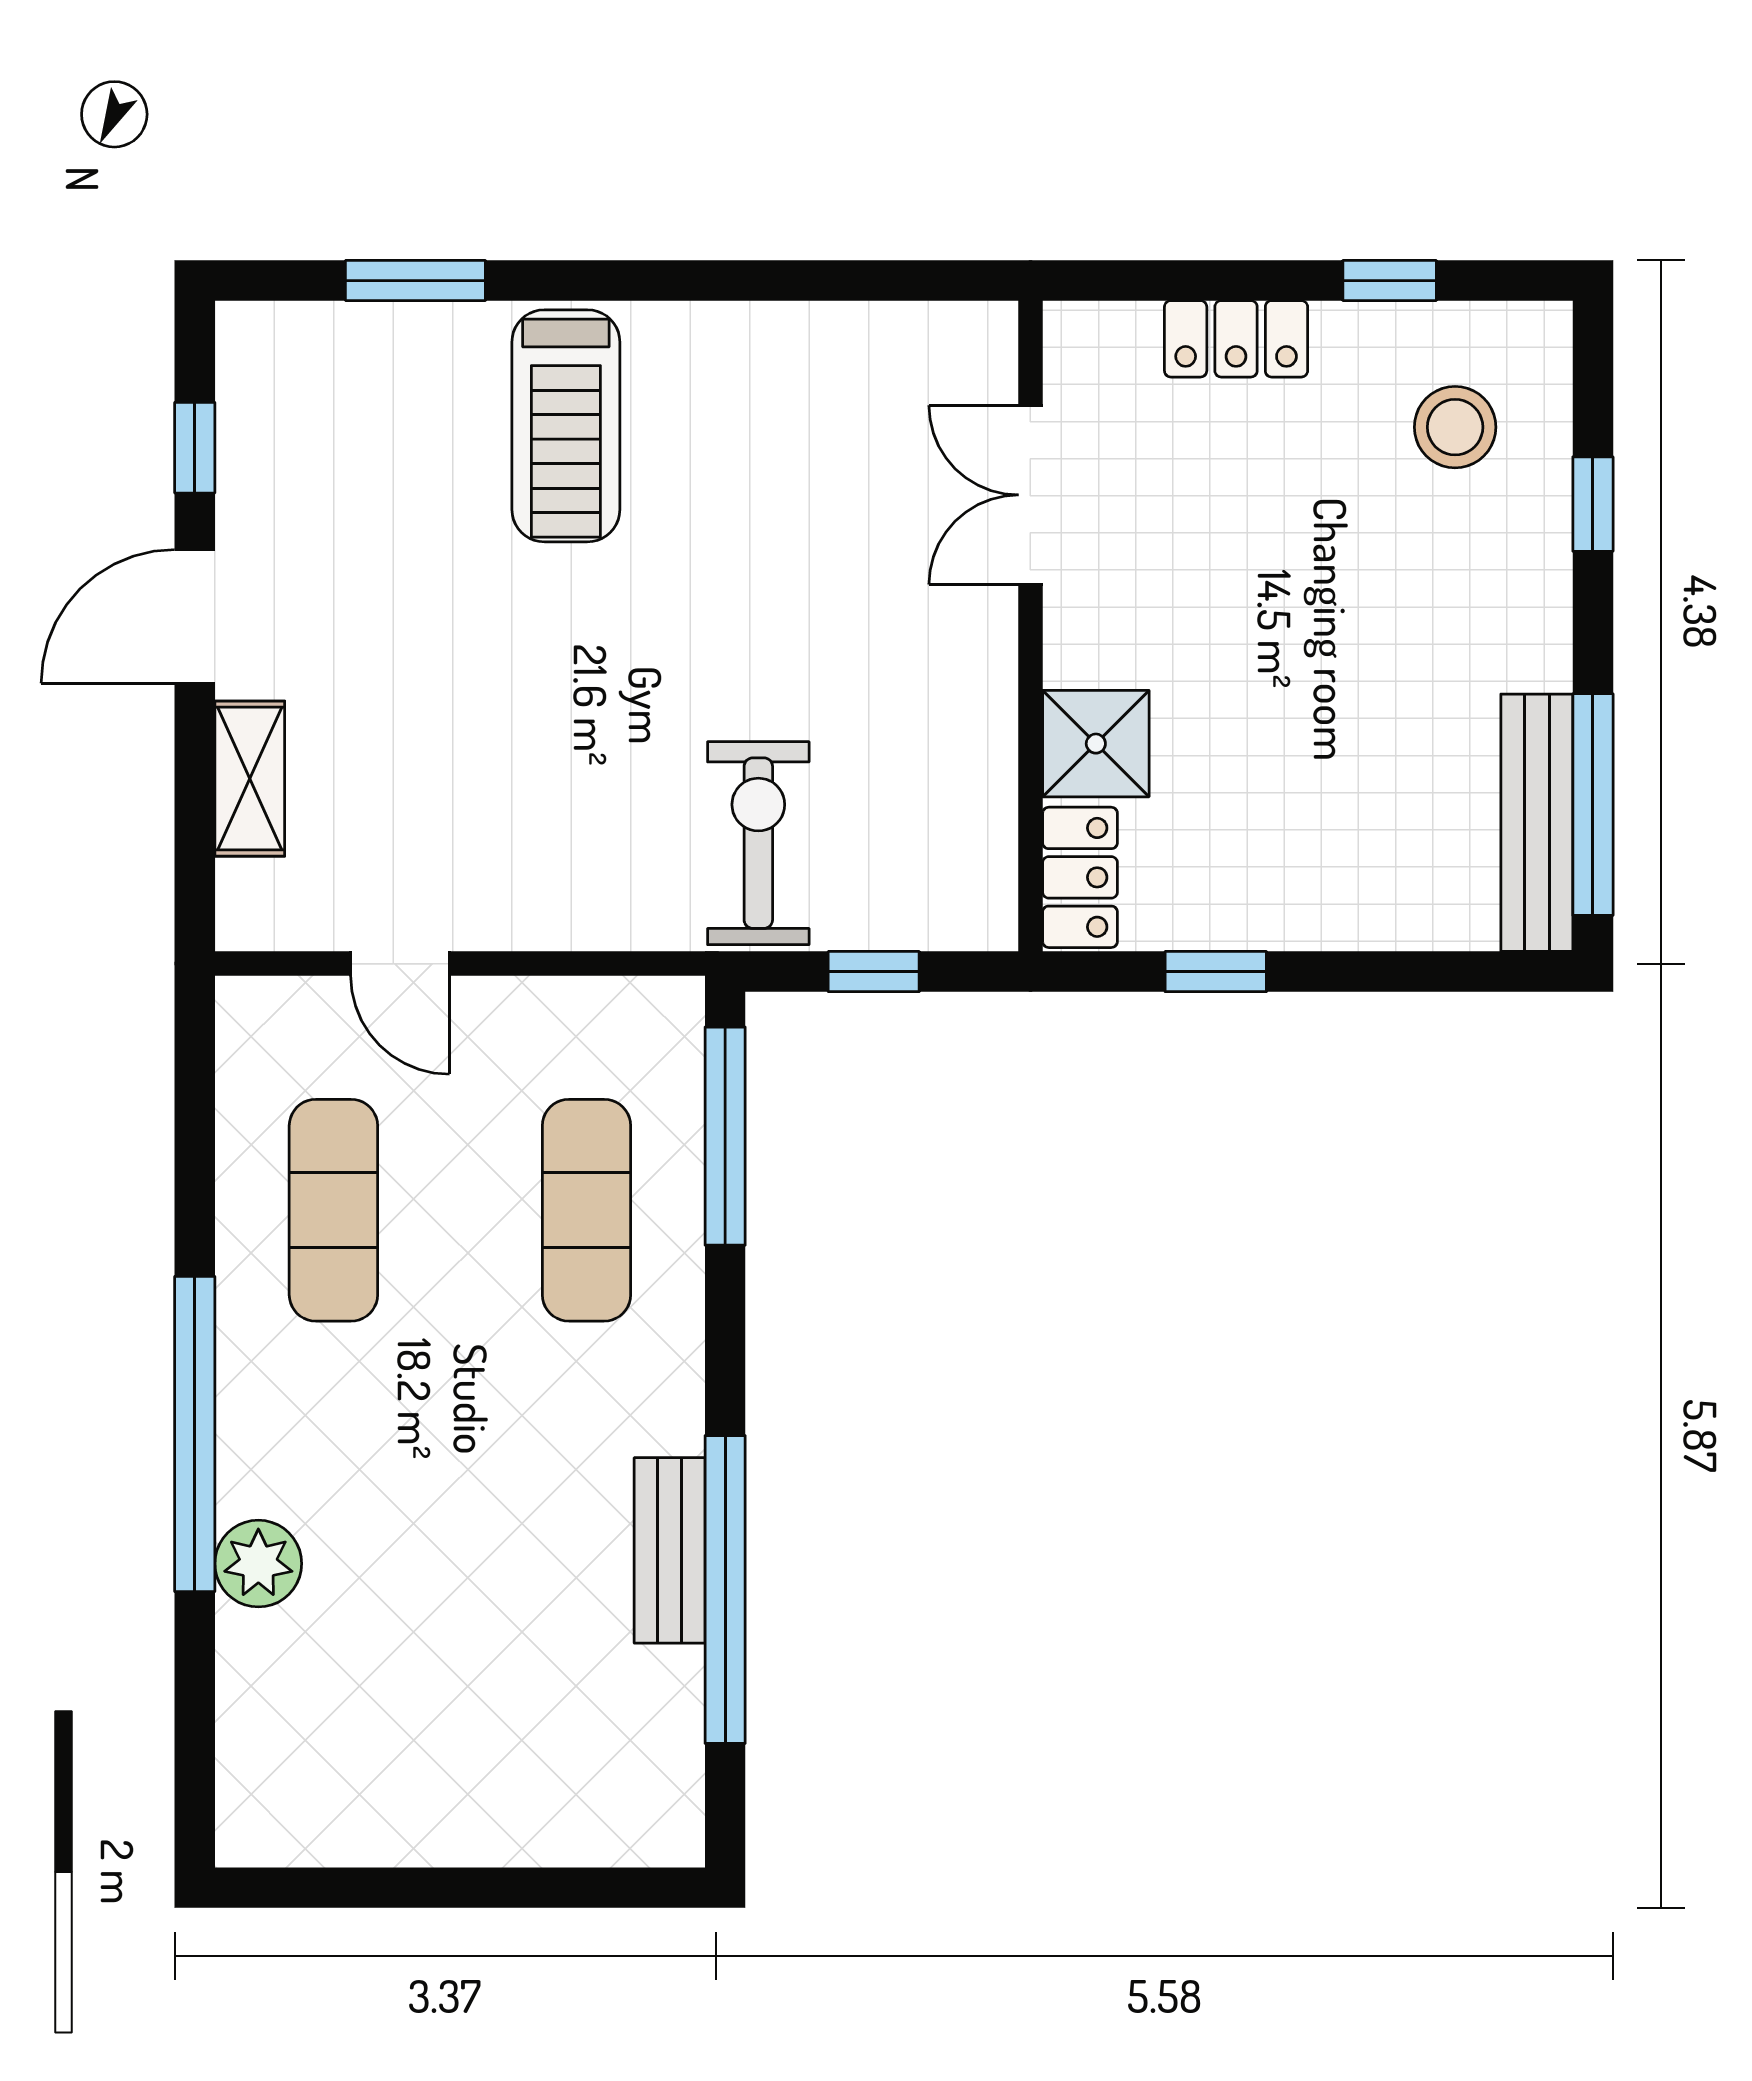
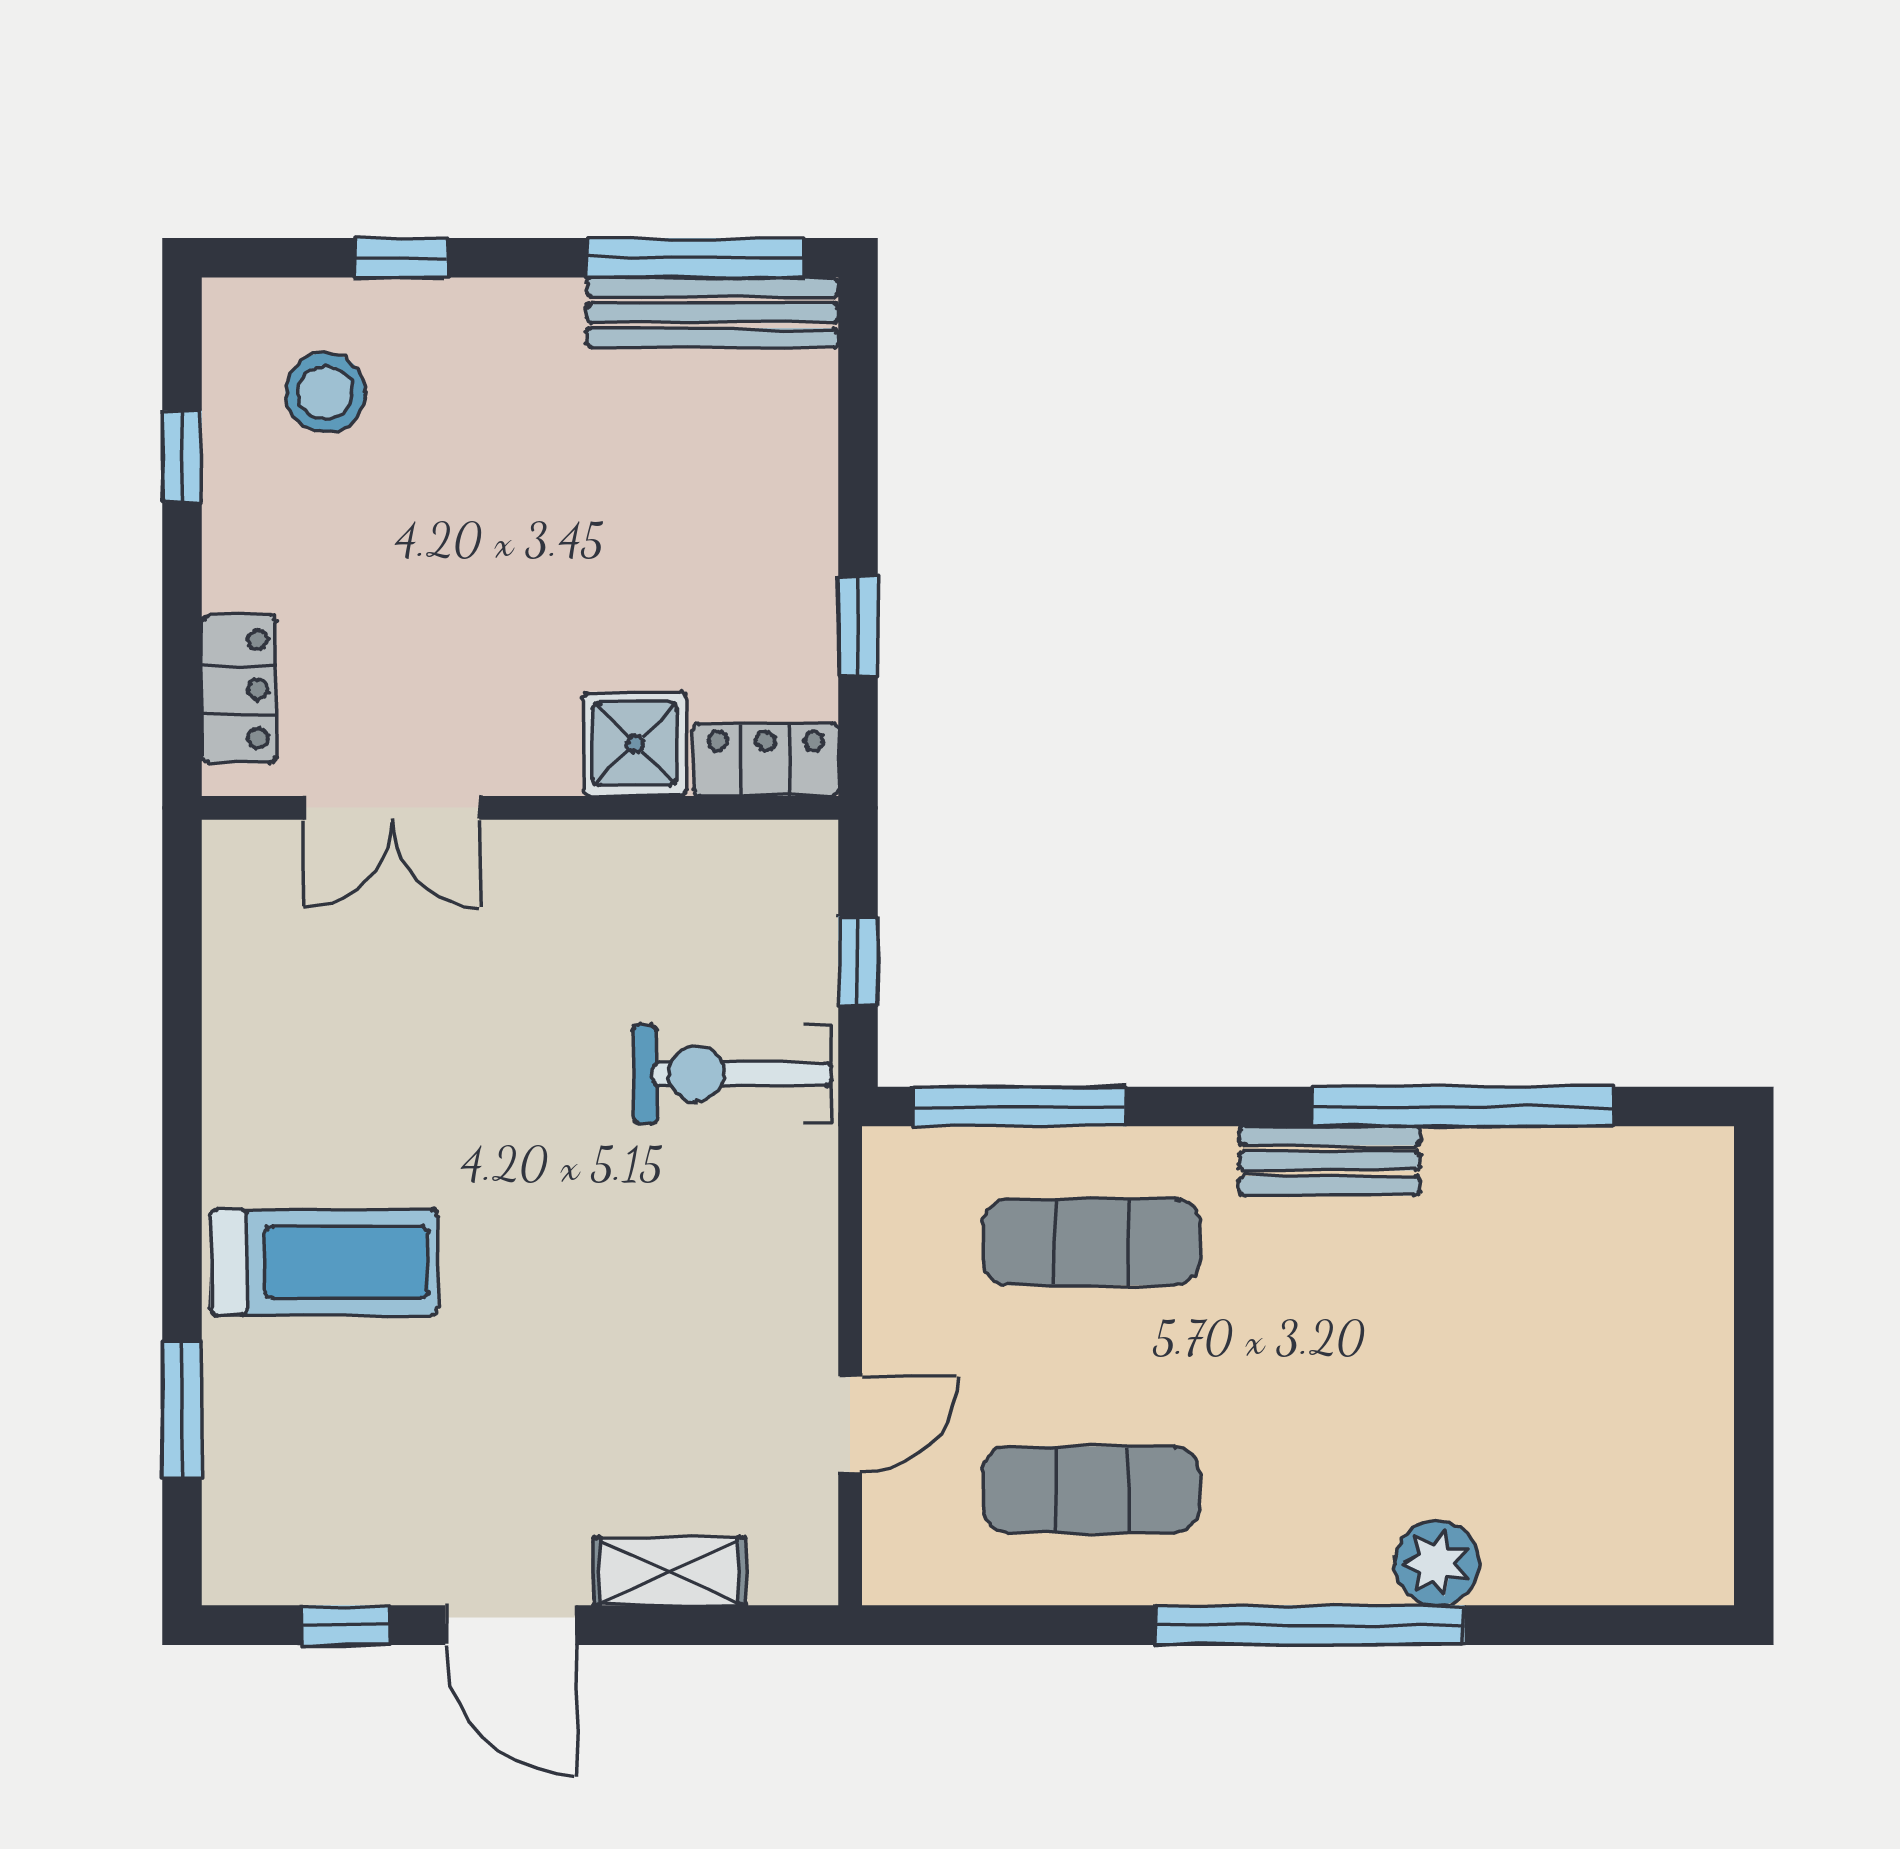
locker: (1236, 339) -> (239, 689), moved
bench: (670, 1550) -> (1329, 1161), moved

